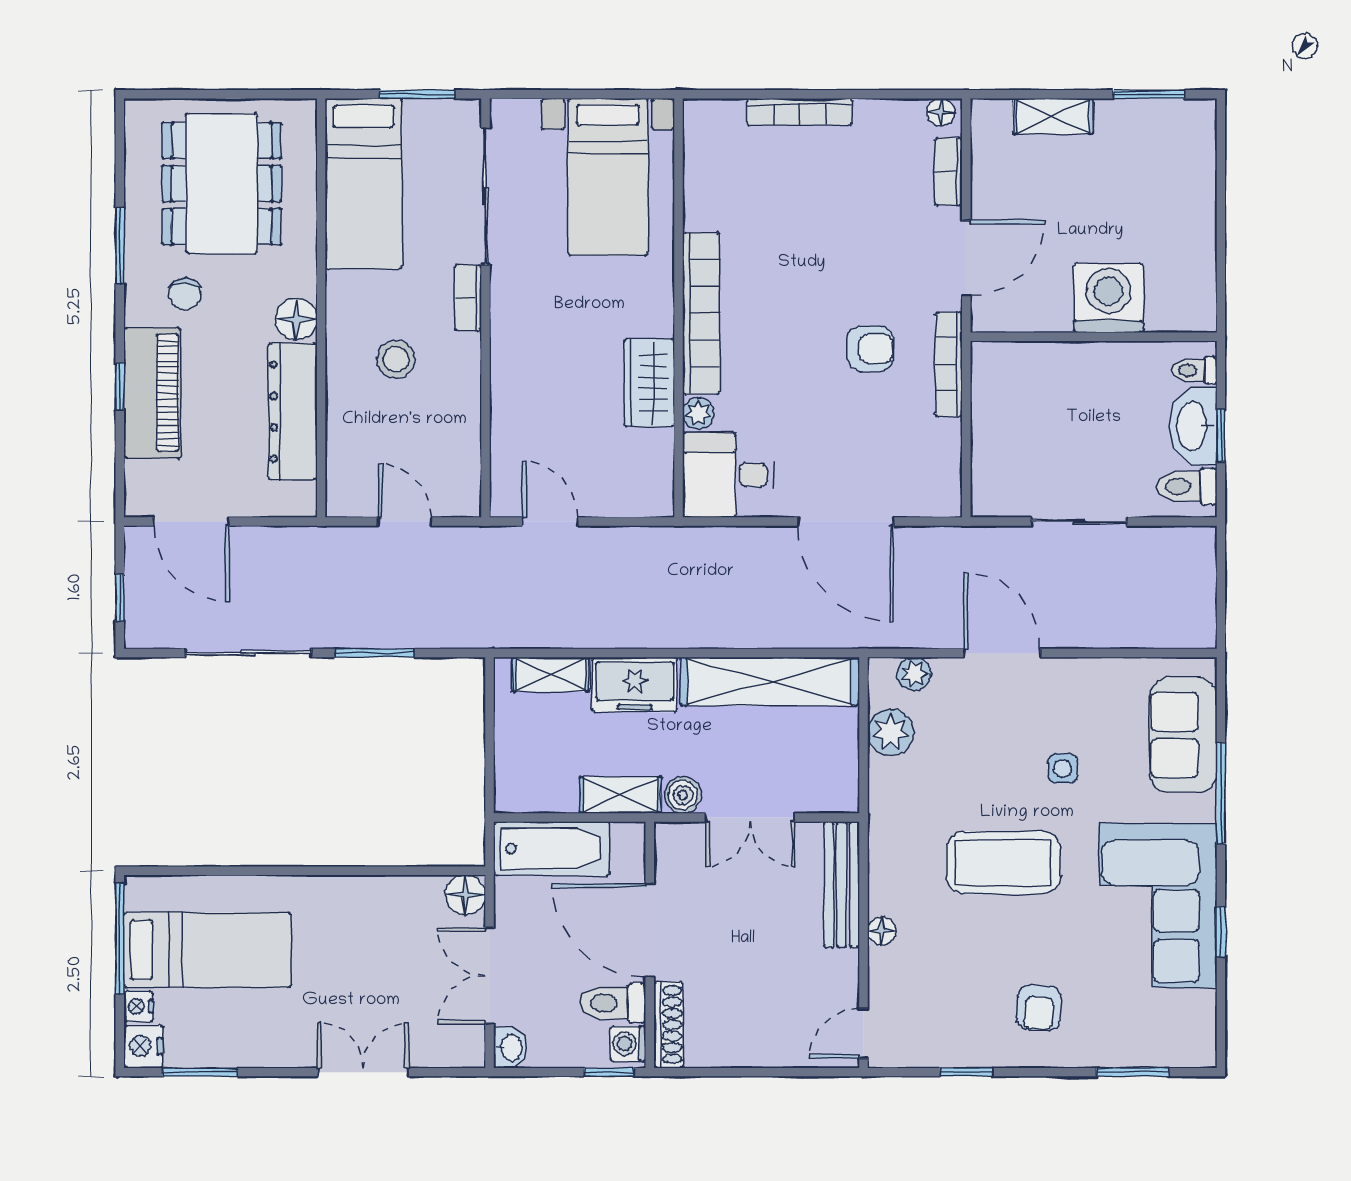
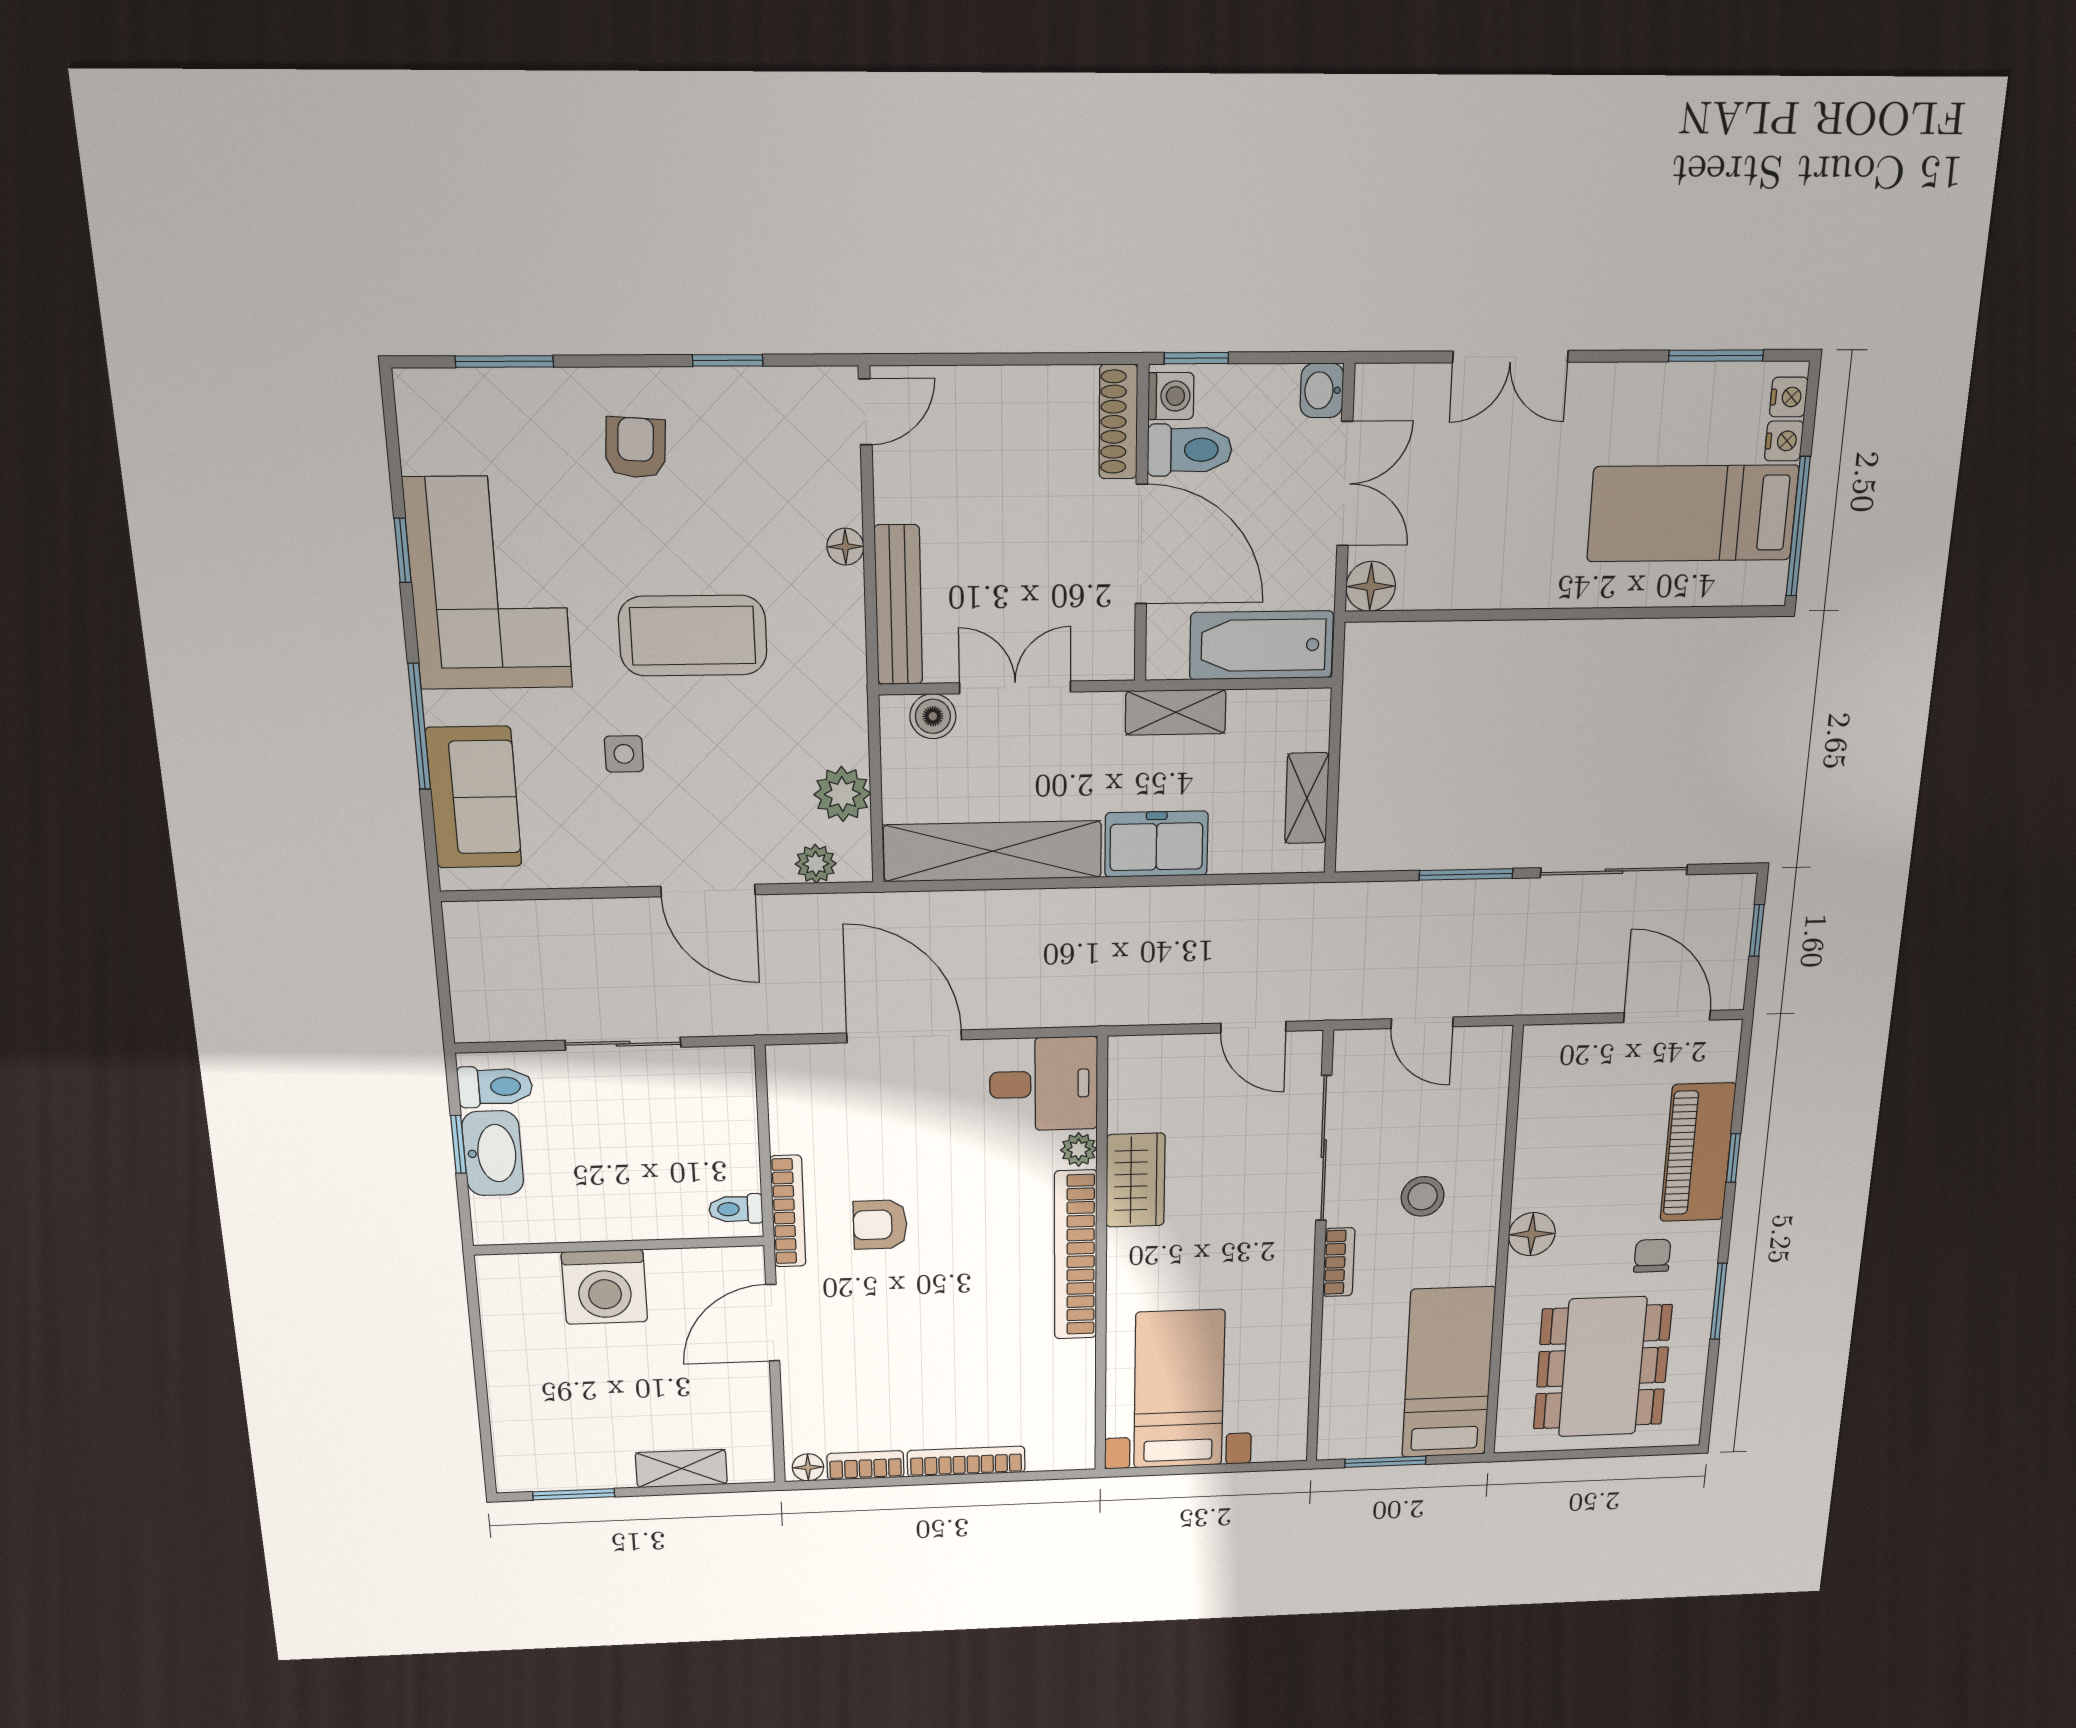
bookcase: (948, 172) -> (865, 1465), moved, turned -90
sliding door: (485, 196) -> (1324, 1149), moved
toilet: (1194, 370) -> (736, 1209), moved, turned 180
dresser: (293, 412) -> (1543, 1138), removed
shelving: (551, 674) -> (1307, 798), moved, turned 90
boiler: (683, 795) -> (933, 716), moved
nightstand: (143, 1046) -> (1789, 397), width x0.72, depth x0.74

